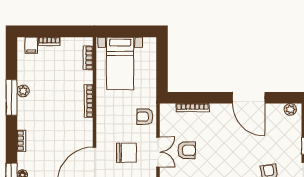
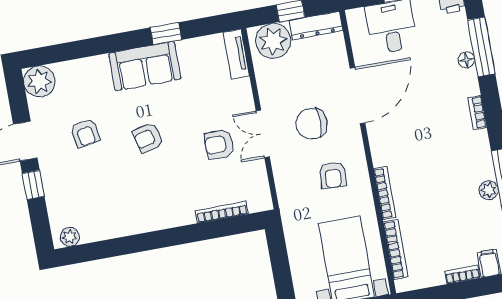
bookcase: (88, 58) -> (396, 249), width x1.56
door: (249, 98) -> (138, 243), removed
armchair: (145, 117) -> (333, 175), moved, turned 94
armchair: (230, 163) -> (148, 138), added

